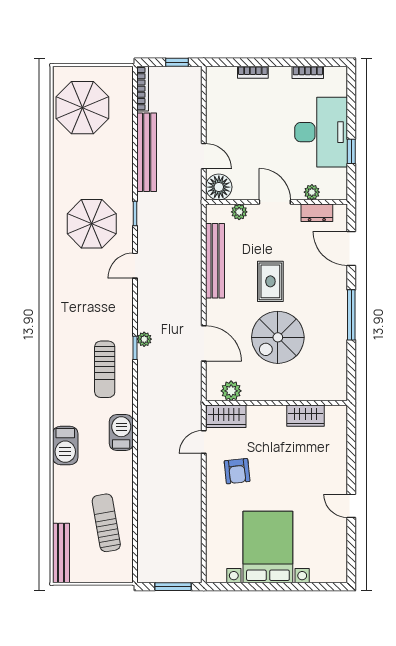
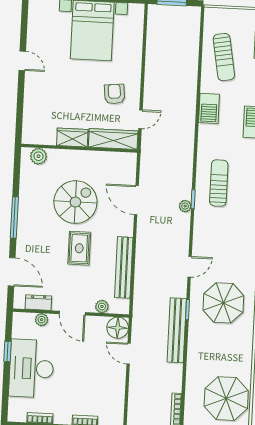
bench: (147, 152) -> (177, 330), moved
plant: (231, 391) -> (39, 156), moved
wardrobe: (226, 416) -> (113, 139), width x1.50
wardrobe: (305, 416) -> (72, 138), moved
barbecue: (121, 433) -> (209, 108), moved

